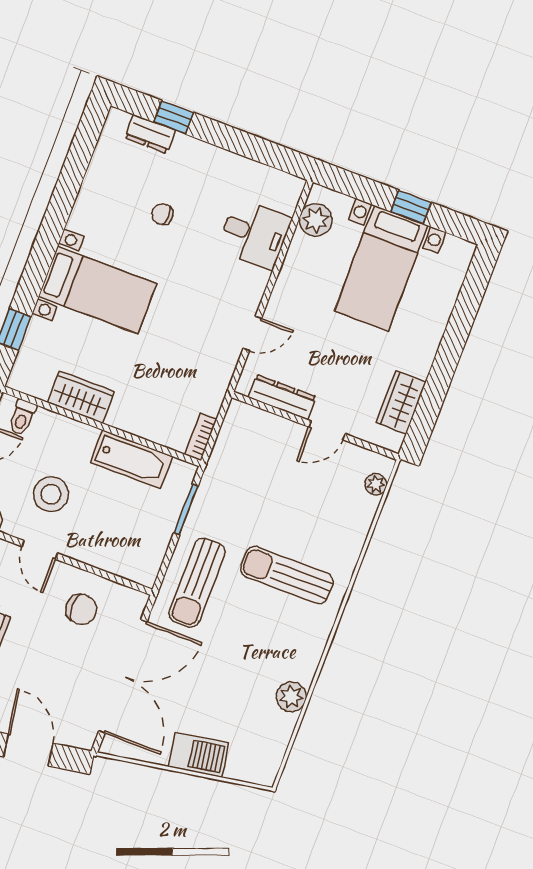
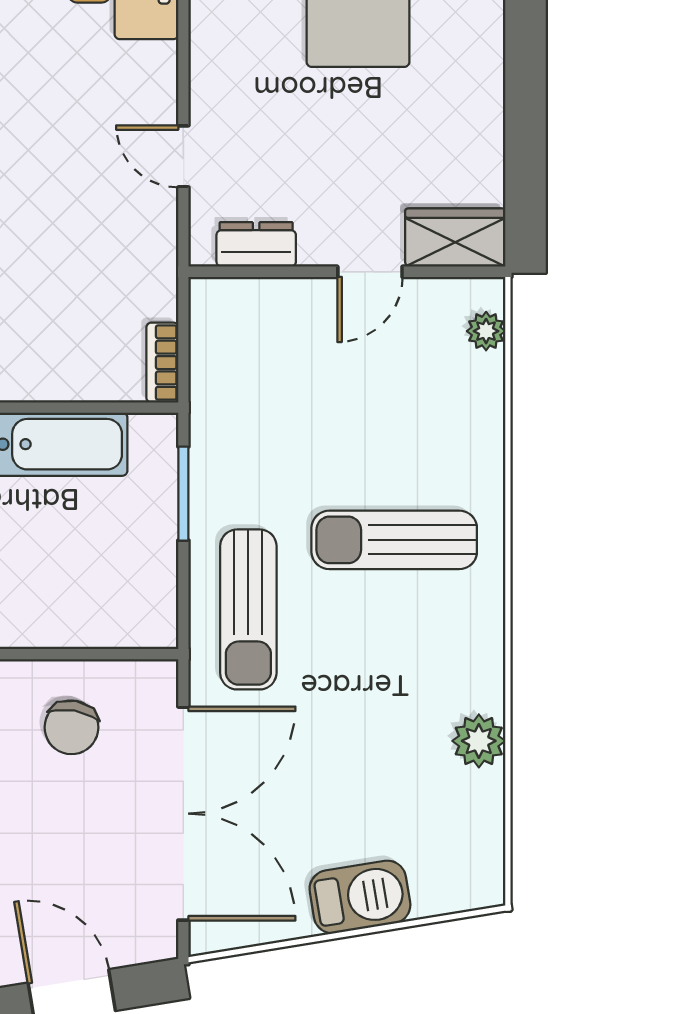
door: (252, 333) -> (183, 156), swing flipped
dresser: (282, 397) -> (256, 244), width x0.70
wardrobe: (401, 402) -> (455, 238), moved, turned 90
chair: (81, 609) -> (71, 727), turned 100

